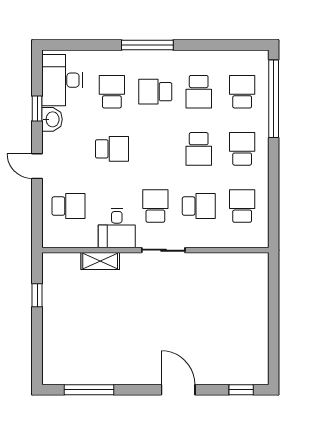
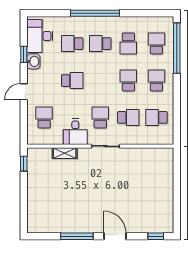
window: (147, 45) -> (95, 13), width x1.46
school desk: (112, 92) -> (72, 44), turned -90
school desk: (199, 149) -> (128, 81), turned 180
door: (37, 166) -> (24, 92), hinge flipped
school desk: (69, 206) -> (44, 117), turned -90
school desk: (242, 206) -> (156, 117), turned -90
window: (37, 295) -> (24, 164), moved
window: (89, 390) -> (77, 236), moved

